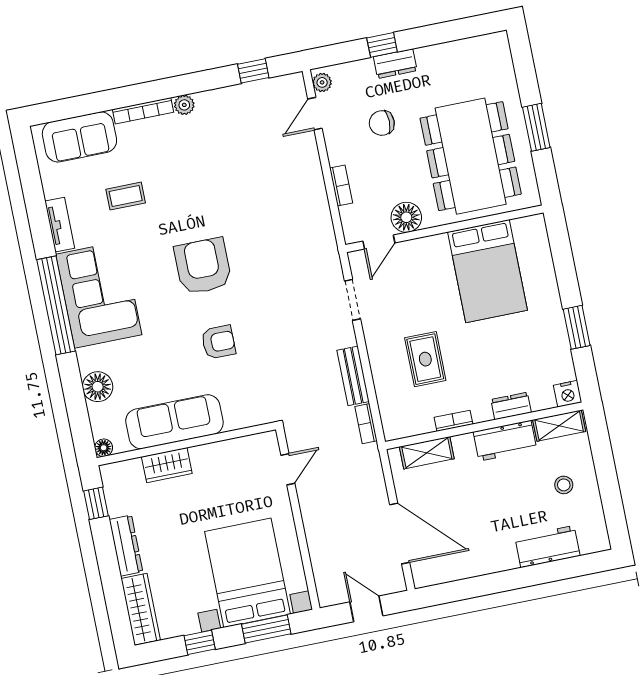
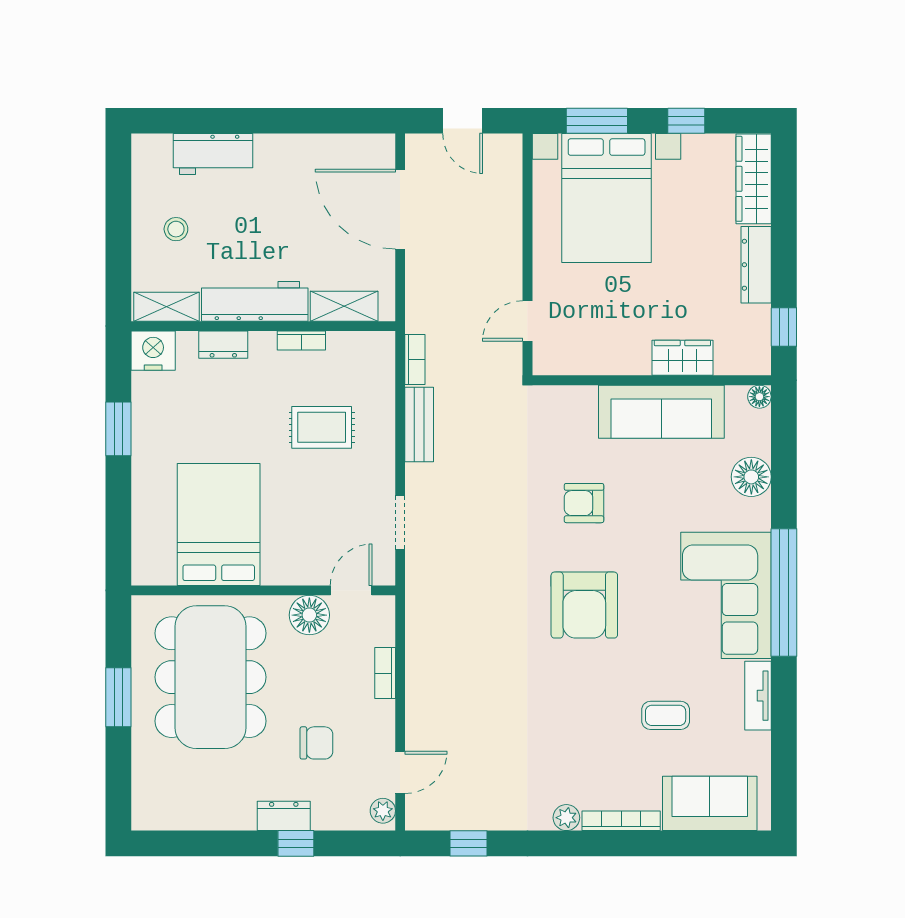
rug: (425, 359) -> (322, 427), turned 90
nightstand: (568, 394) -> (153, 351), width x1.36, depth x1.33
workbench: (505, 441) -> (255, 301), width x1.38

